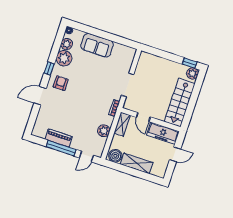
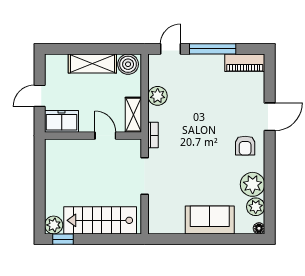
window: (49, 68) -> (270, 162), removed
stairs: (180, 103) -> (100, 220), moved, turned -90
freezer: (163, 133) -> (62, 121), width x0.71
piano: (59, 138) -> (245, 63), moved

